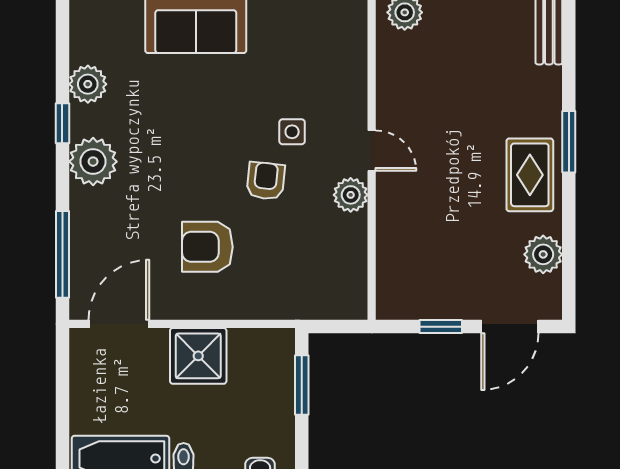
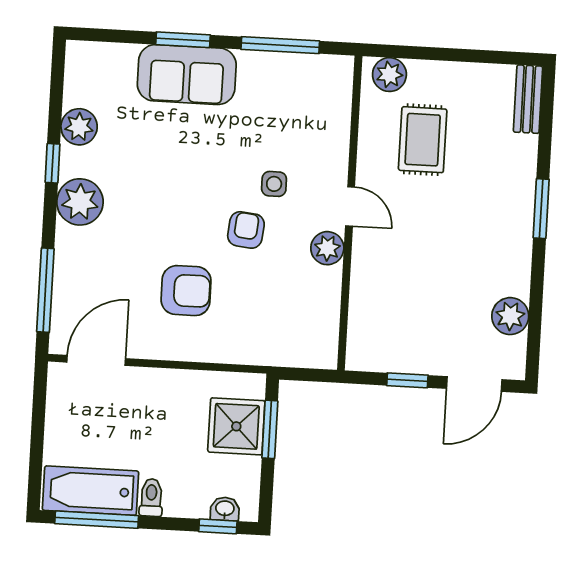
rug: (530, 175) -> (423, 140), moved
armchair: (207, 247) -> (186, 291), turned 180
shower: (198, 356) -> (236, 426), moved

